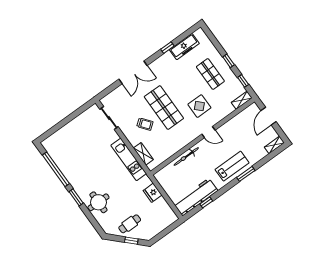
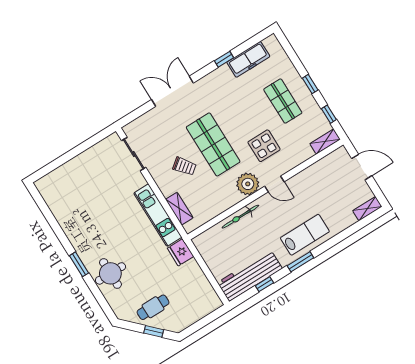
double door: (133, 72) -> (173, 91), swing flipped
door: (268, 116) -> (362, 167), swing flipped
plant: (190, 133) -> (248, 184), added
window: (56, 169) -> (53, 222), removed
window: (246, 174) -> (300, 262), moved
fridge: (153, 193) -> (181, 252), moved

